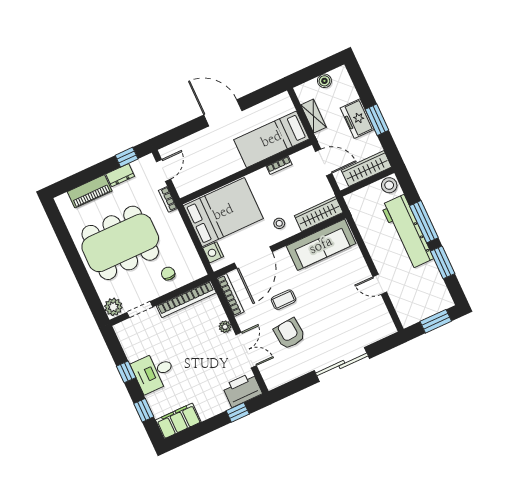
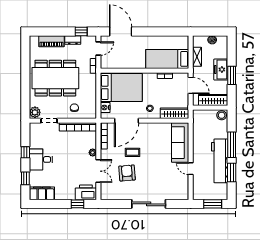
door: (223, 113) -> (121, 31), moved
workbench: (407, 232) -> (220, 161), moved
sofa: (321, 245) -> (180, 143), moved, turned 90

